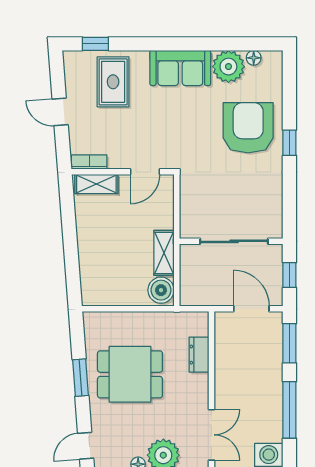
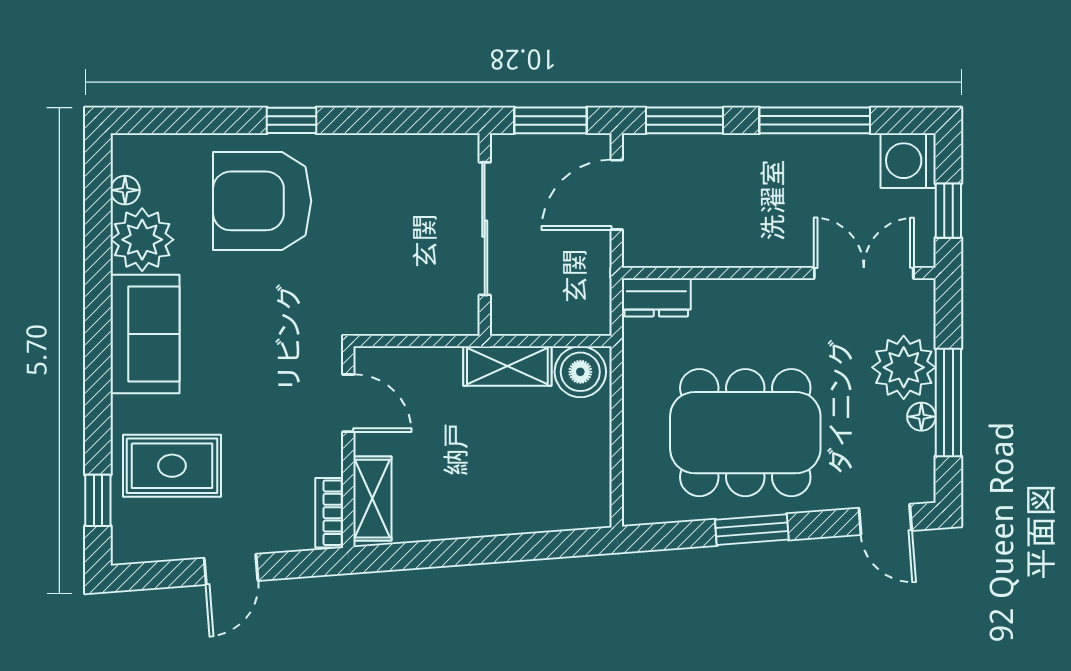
window: (289, 275) -> (551, 120), width x1.50
dresser: (199, 355) -> (656, 297), moved
dining table: (130, 374) -> (745, 433), width x1.37

